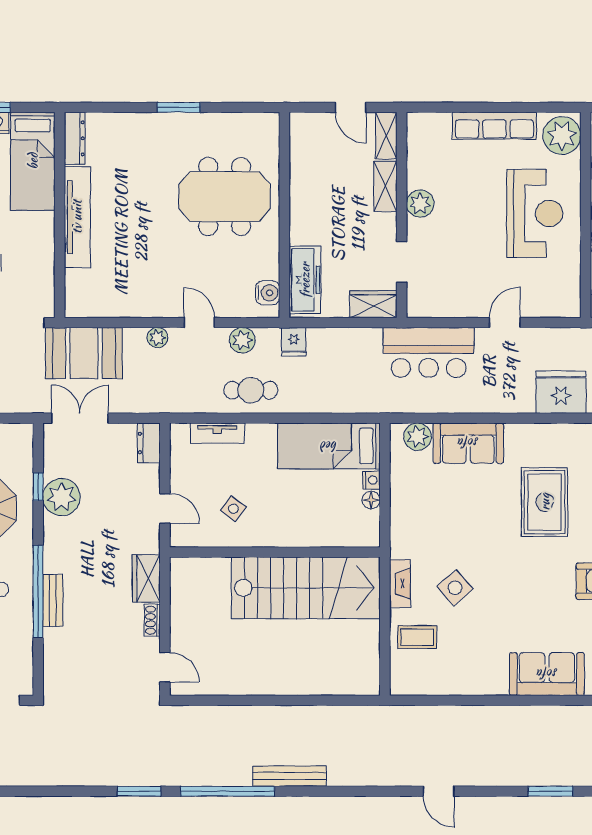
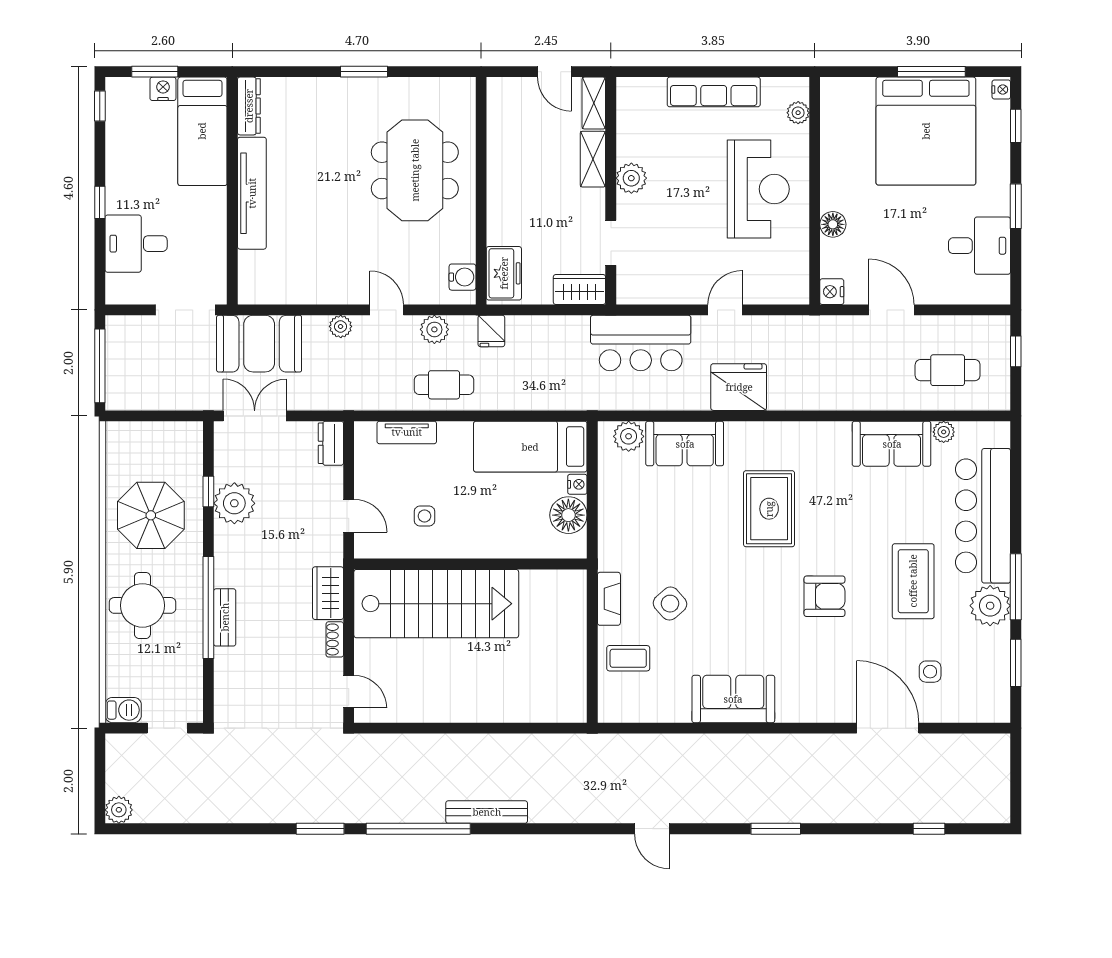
plant: (562, 136) -> (798, 113), width x0.53, depth x0.53
meeting table: (225, 196) -> (415, 170), turned 90
freezer: (305, 280) -> (504, 273), width x0.71
fridge: (561, 392) -> (739, 387), moved
floor lamp: (371, 500) -> (568, 515), width x1.89, depth x1.89
side table: (233, 509) -> (424, 516), turned -37
stairs: (306, 588) -> (436, 604), moved
sofa: (547, 674) -> (733, 699), moved

